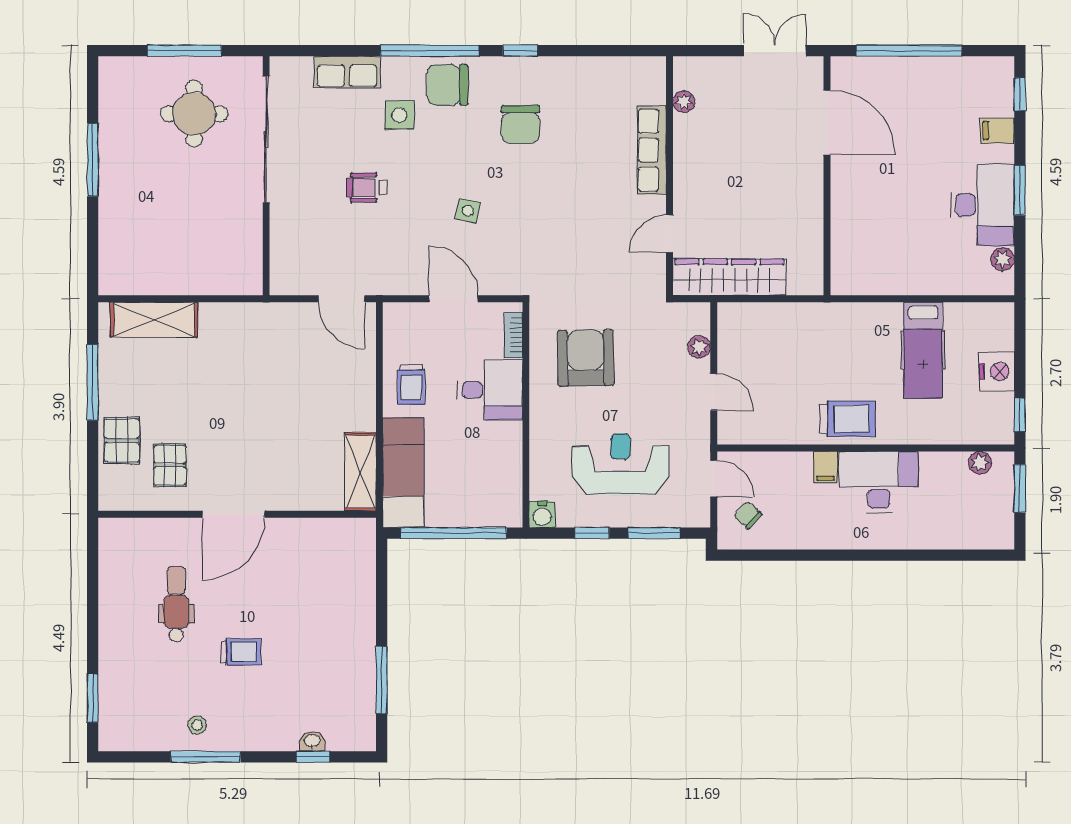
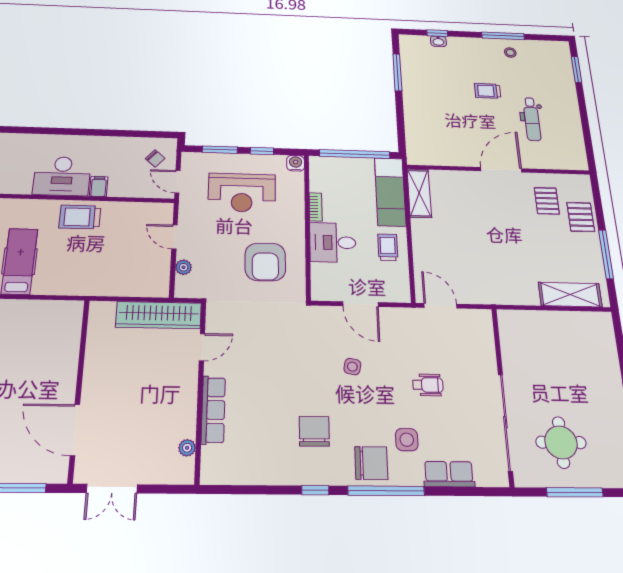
bookcase: (514, 335) -> (316, 207), moved

